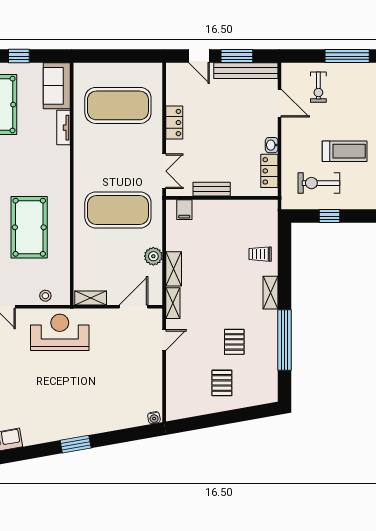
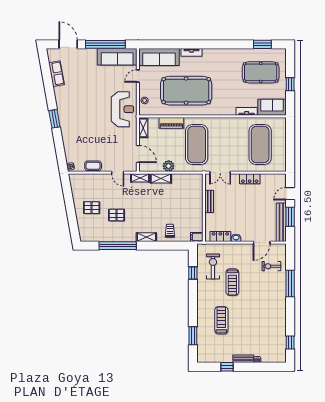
filing cabinet: (184, 210) -> (197, 237), moved
pool table: (29, 227) -> (186, 91), width x1.36, depth x1.32
piano: (82, 252) -> (171, 123), added
coffee table: (153, 381) -> (93, 166), added

